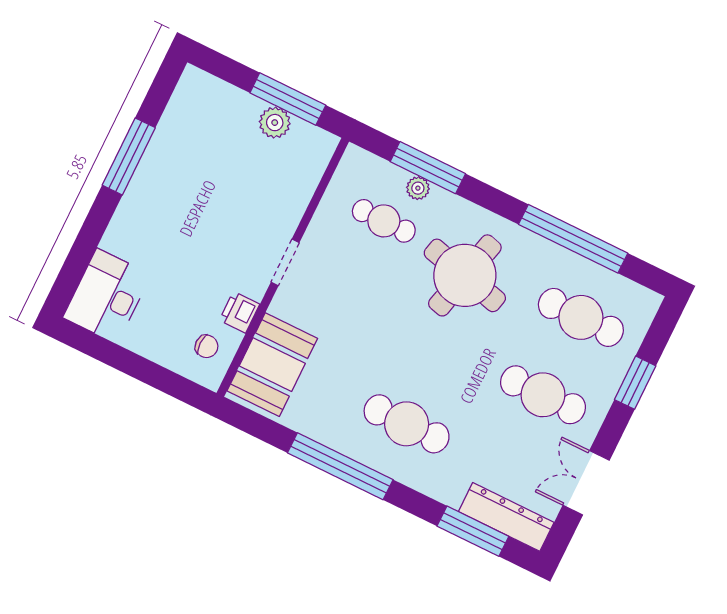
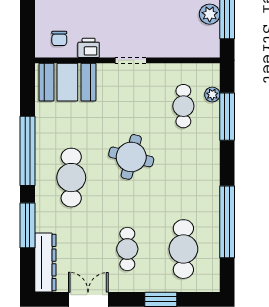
plant: (418, 188) -> (212, 94), moved
round table: (465, 275) -> (131, 157), moved, width x0.73, depth x0.73
cafe table: (543, 395) -> (127, 249), width x0.73, depth x0.74
window: (473, 531) -> (27, 225), moved

